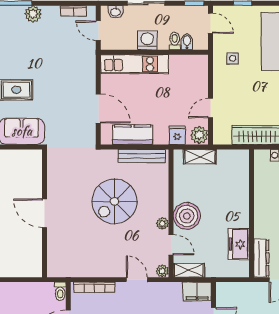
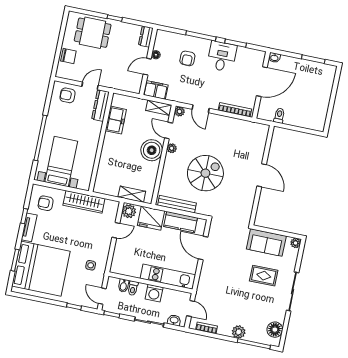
fridge: (177, 135) -> (151, 218), width x1.88, depth x1.34
toilet: (60, 291) -> (279, 116), moved

